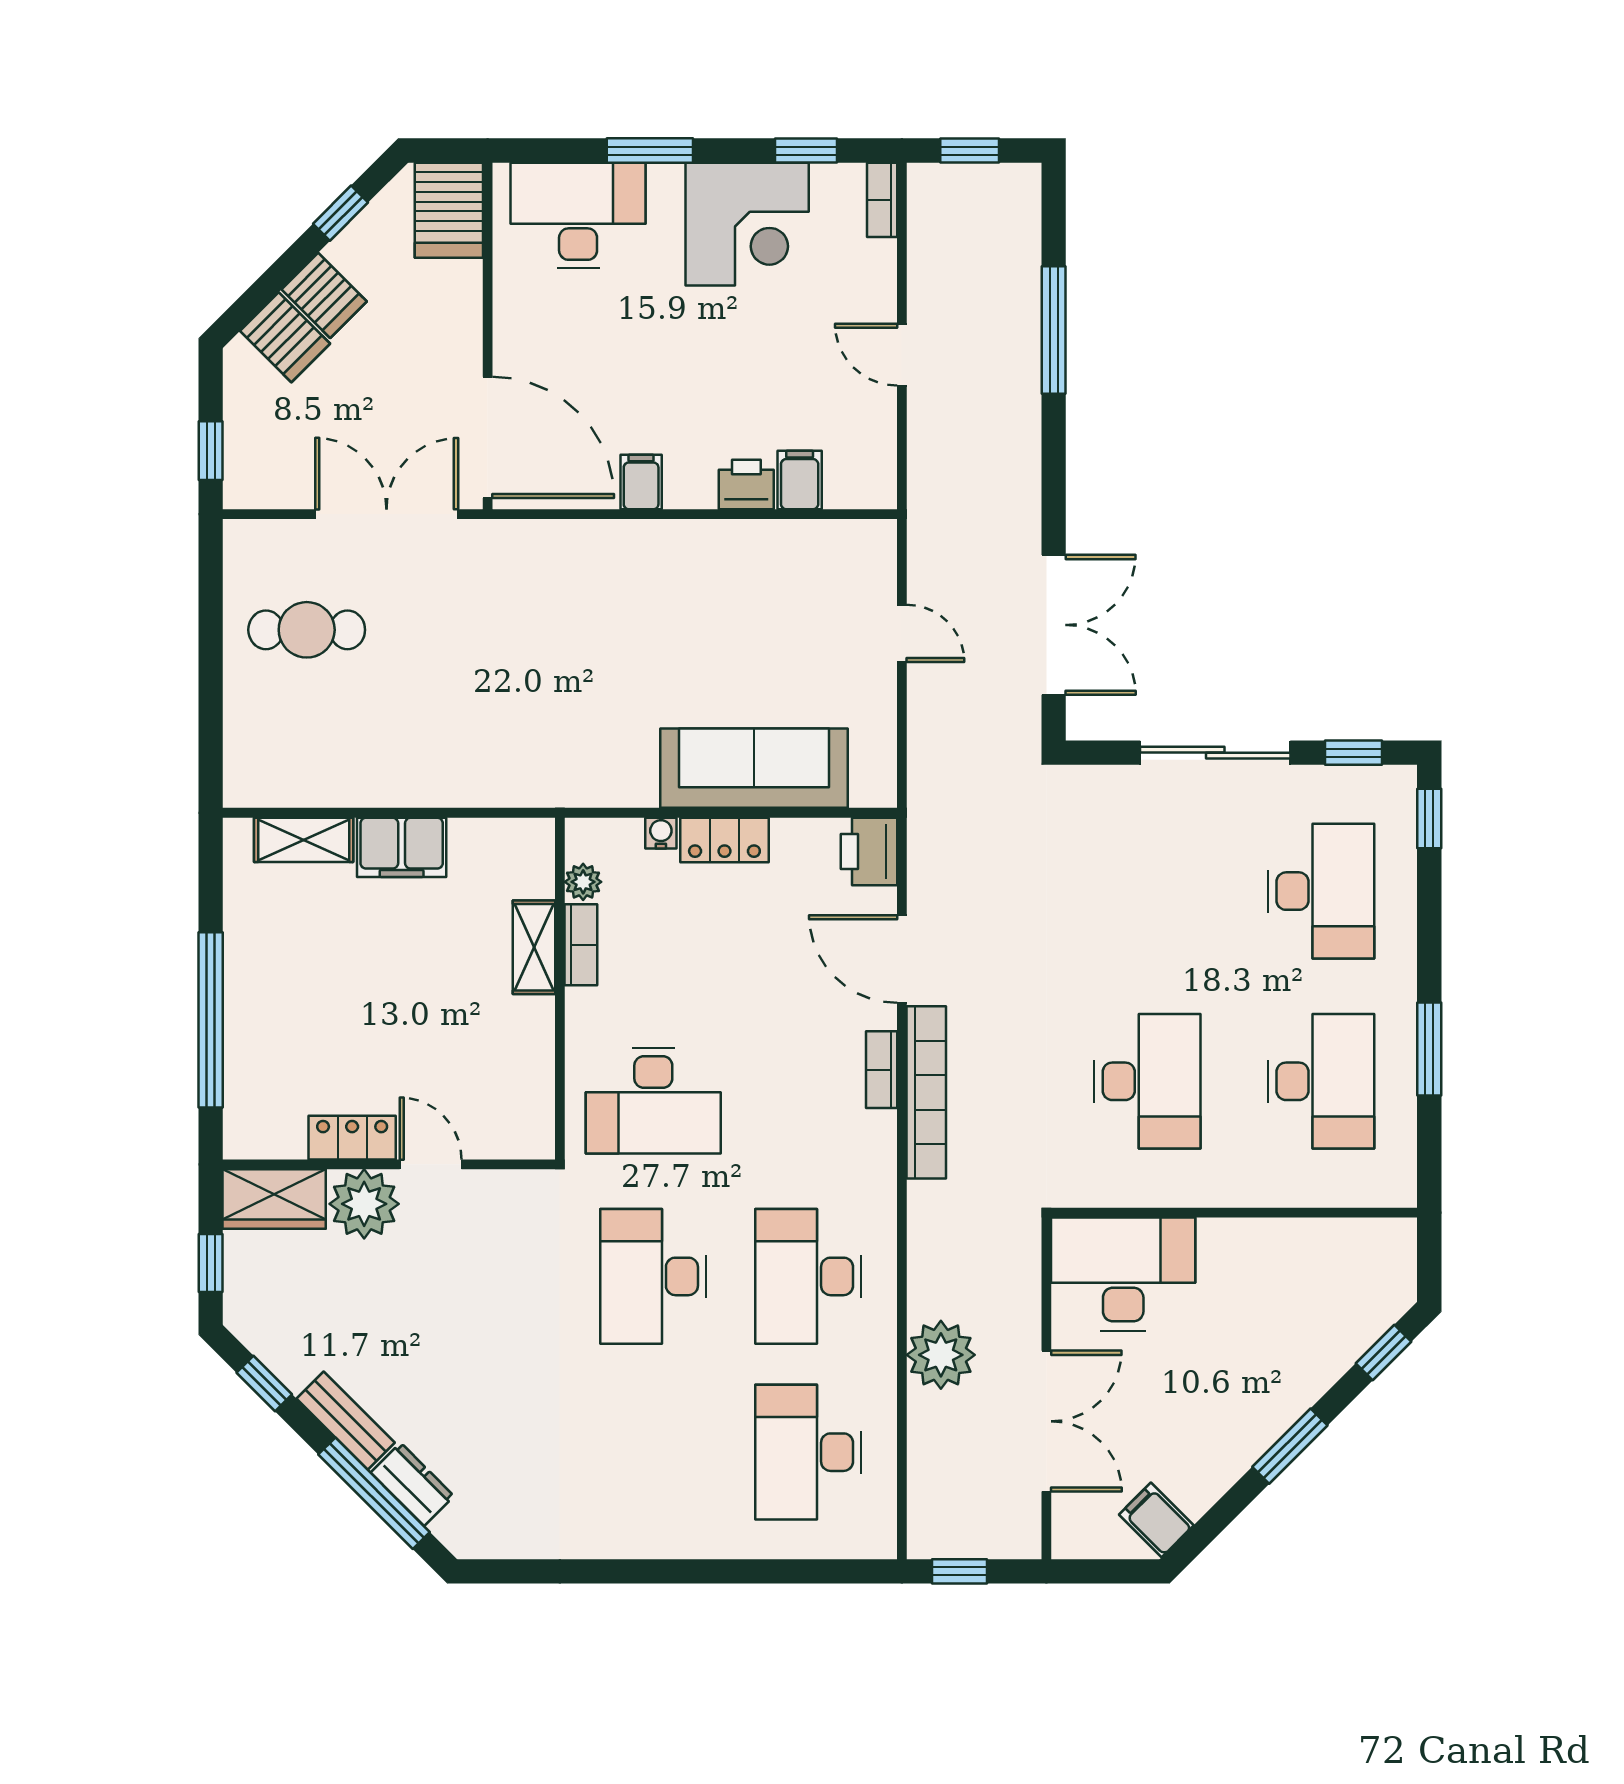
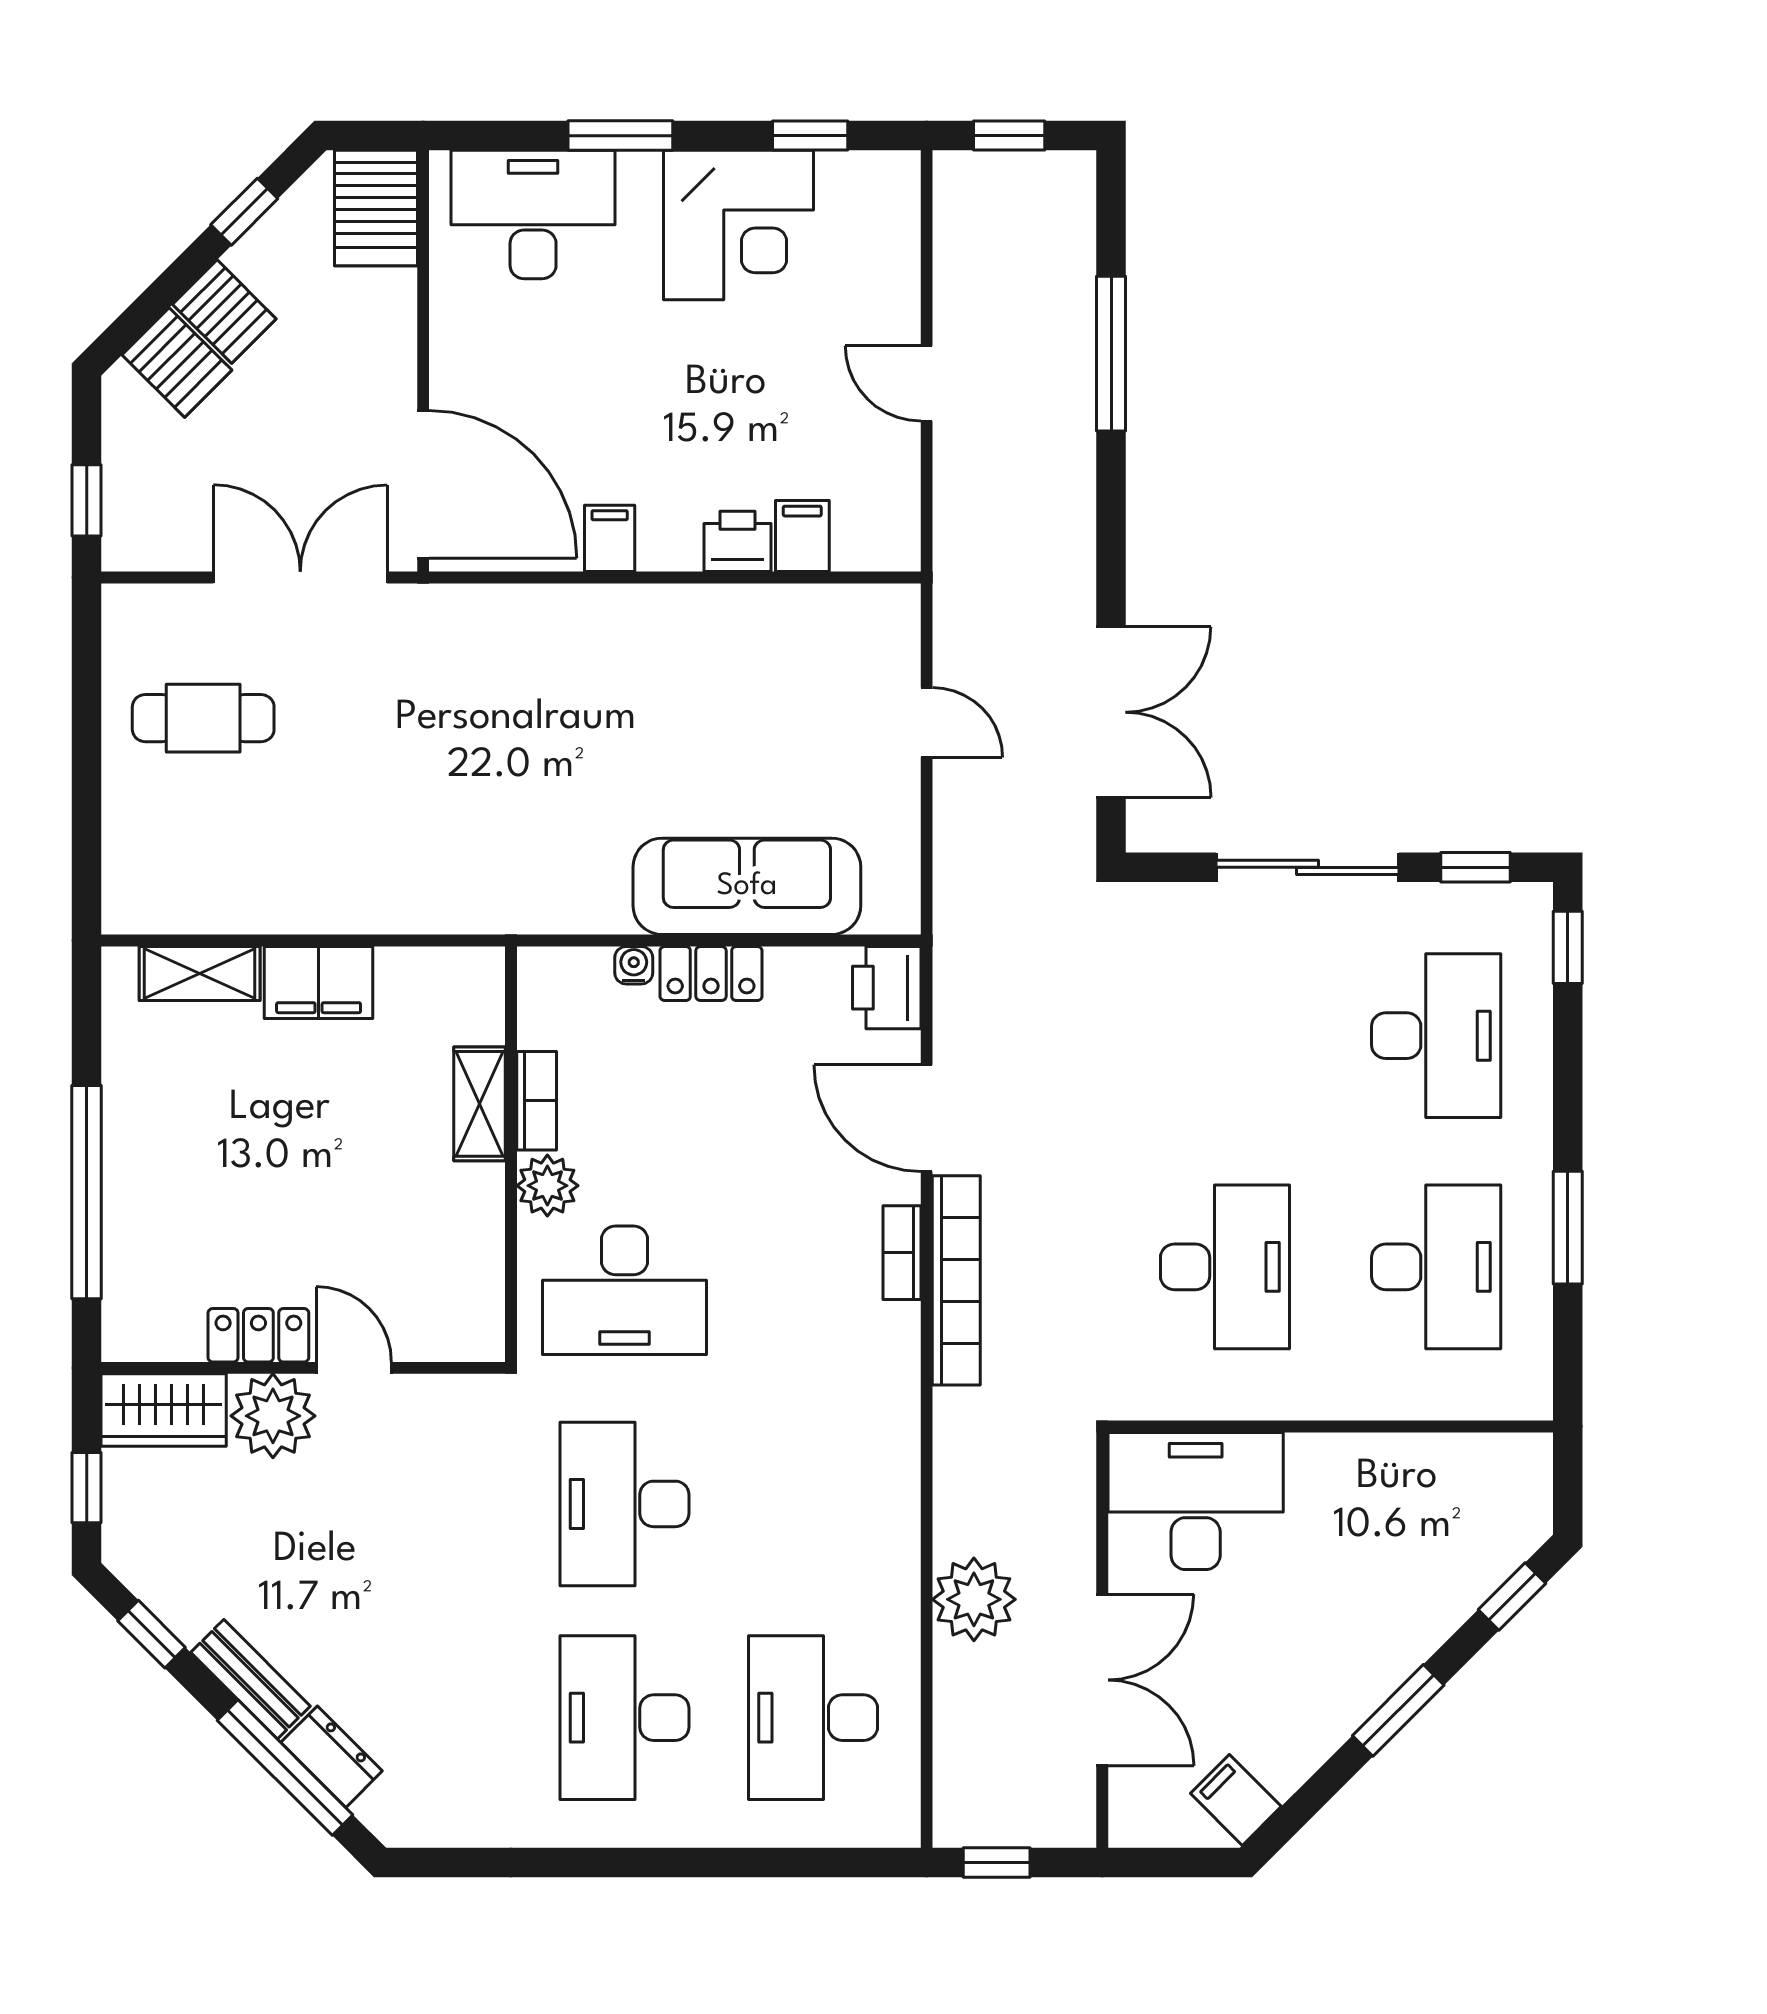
bookcase: (882, 200) -> (903, 195), removed
plant: (583, 882) -> (547, 1186), moved, width x1.38, depth x1.38
desk: (808, 1276) -> (624, 1718), moved

